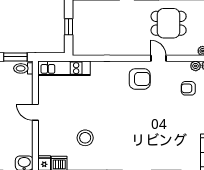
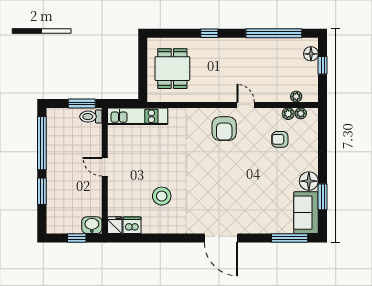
dining table: (169, 23) -> (172, 69), moved, turned 90
window: (69, 27) -> (143, 69), removed
armchair: (140, 79) -> (224, 129), turned 90

